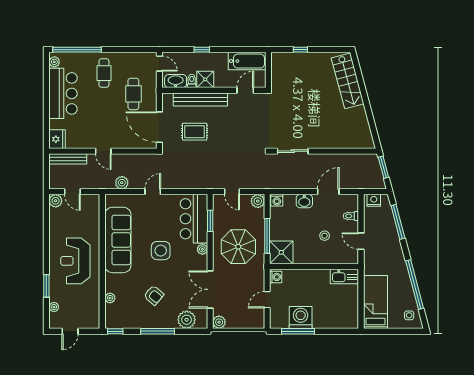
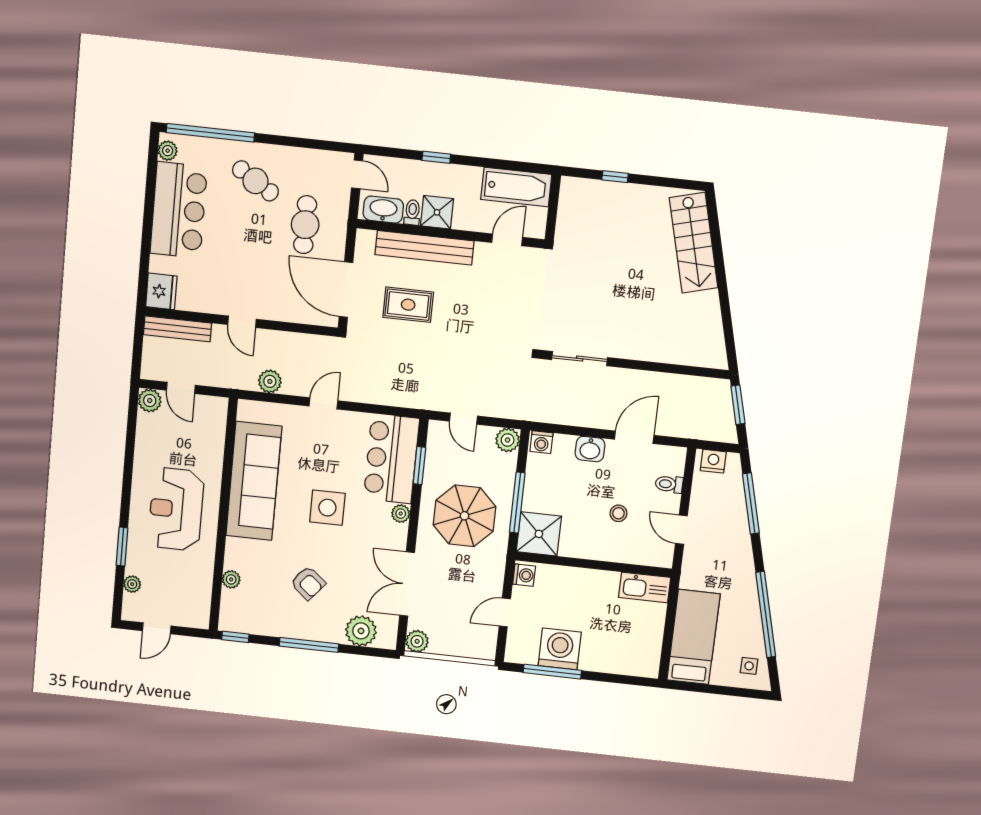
cafe table: (104, 73) -> (255, 181), turned -58

